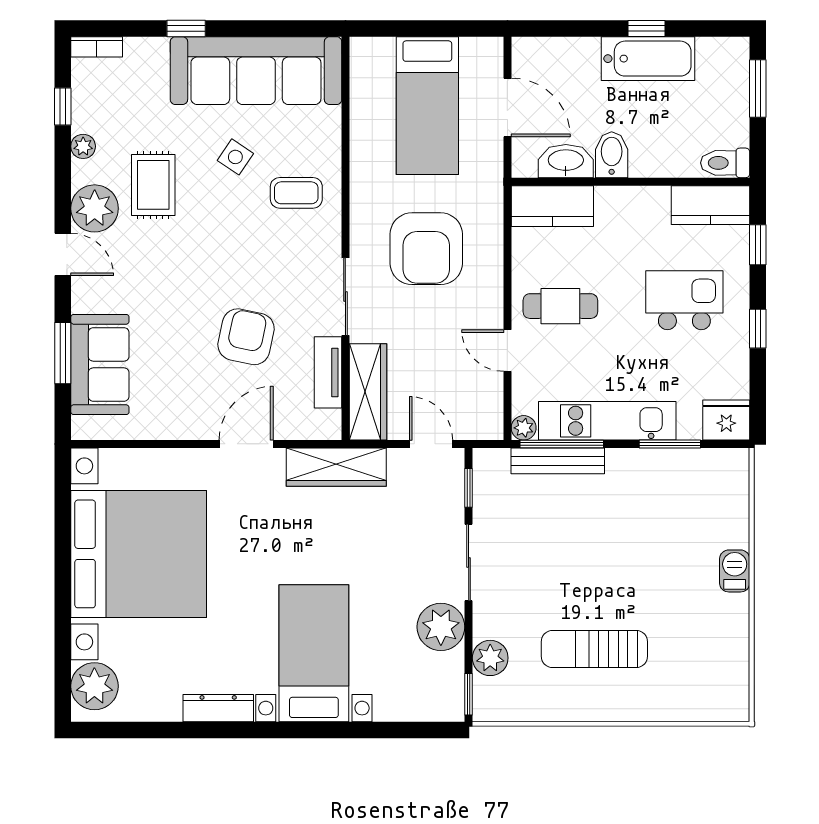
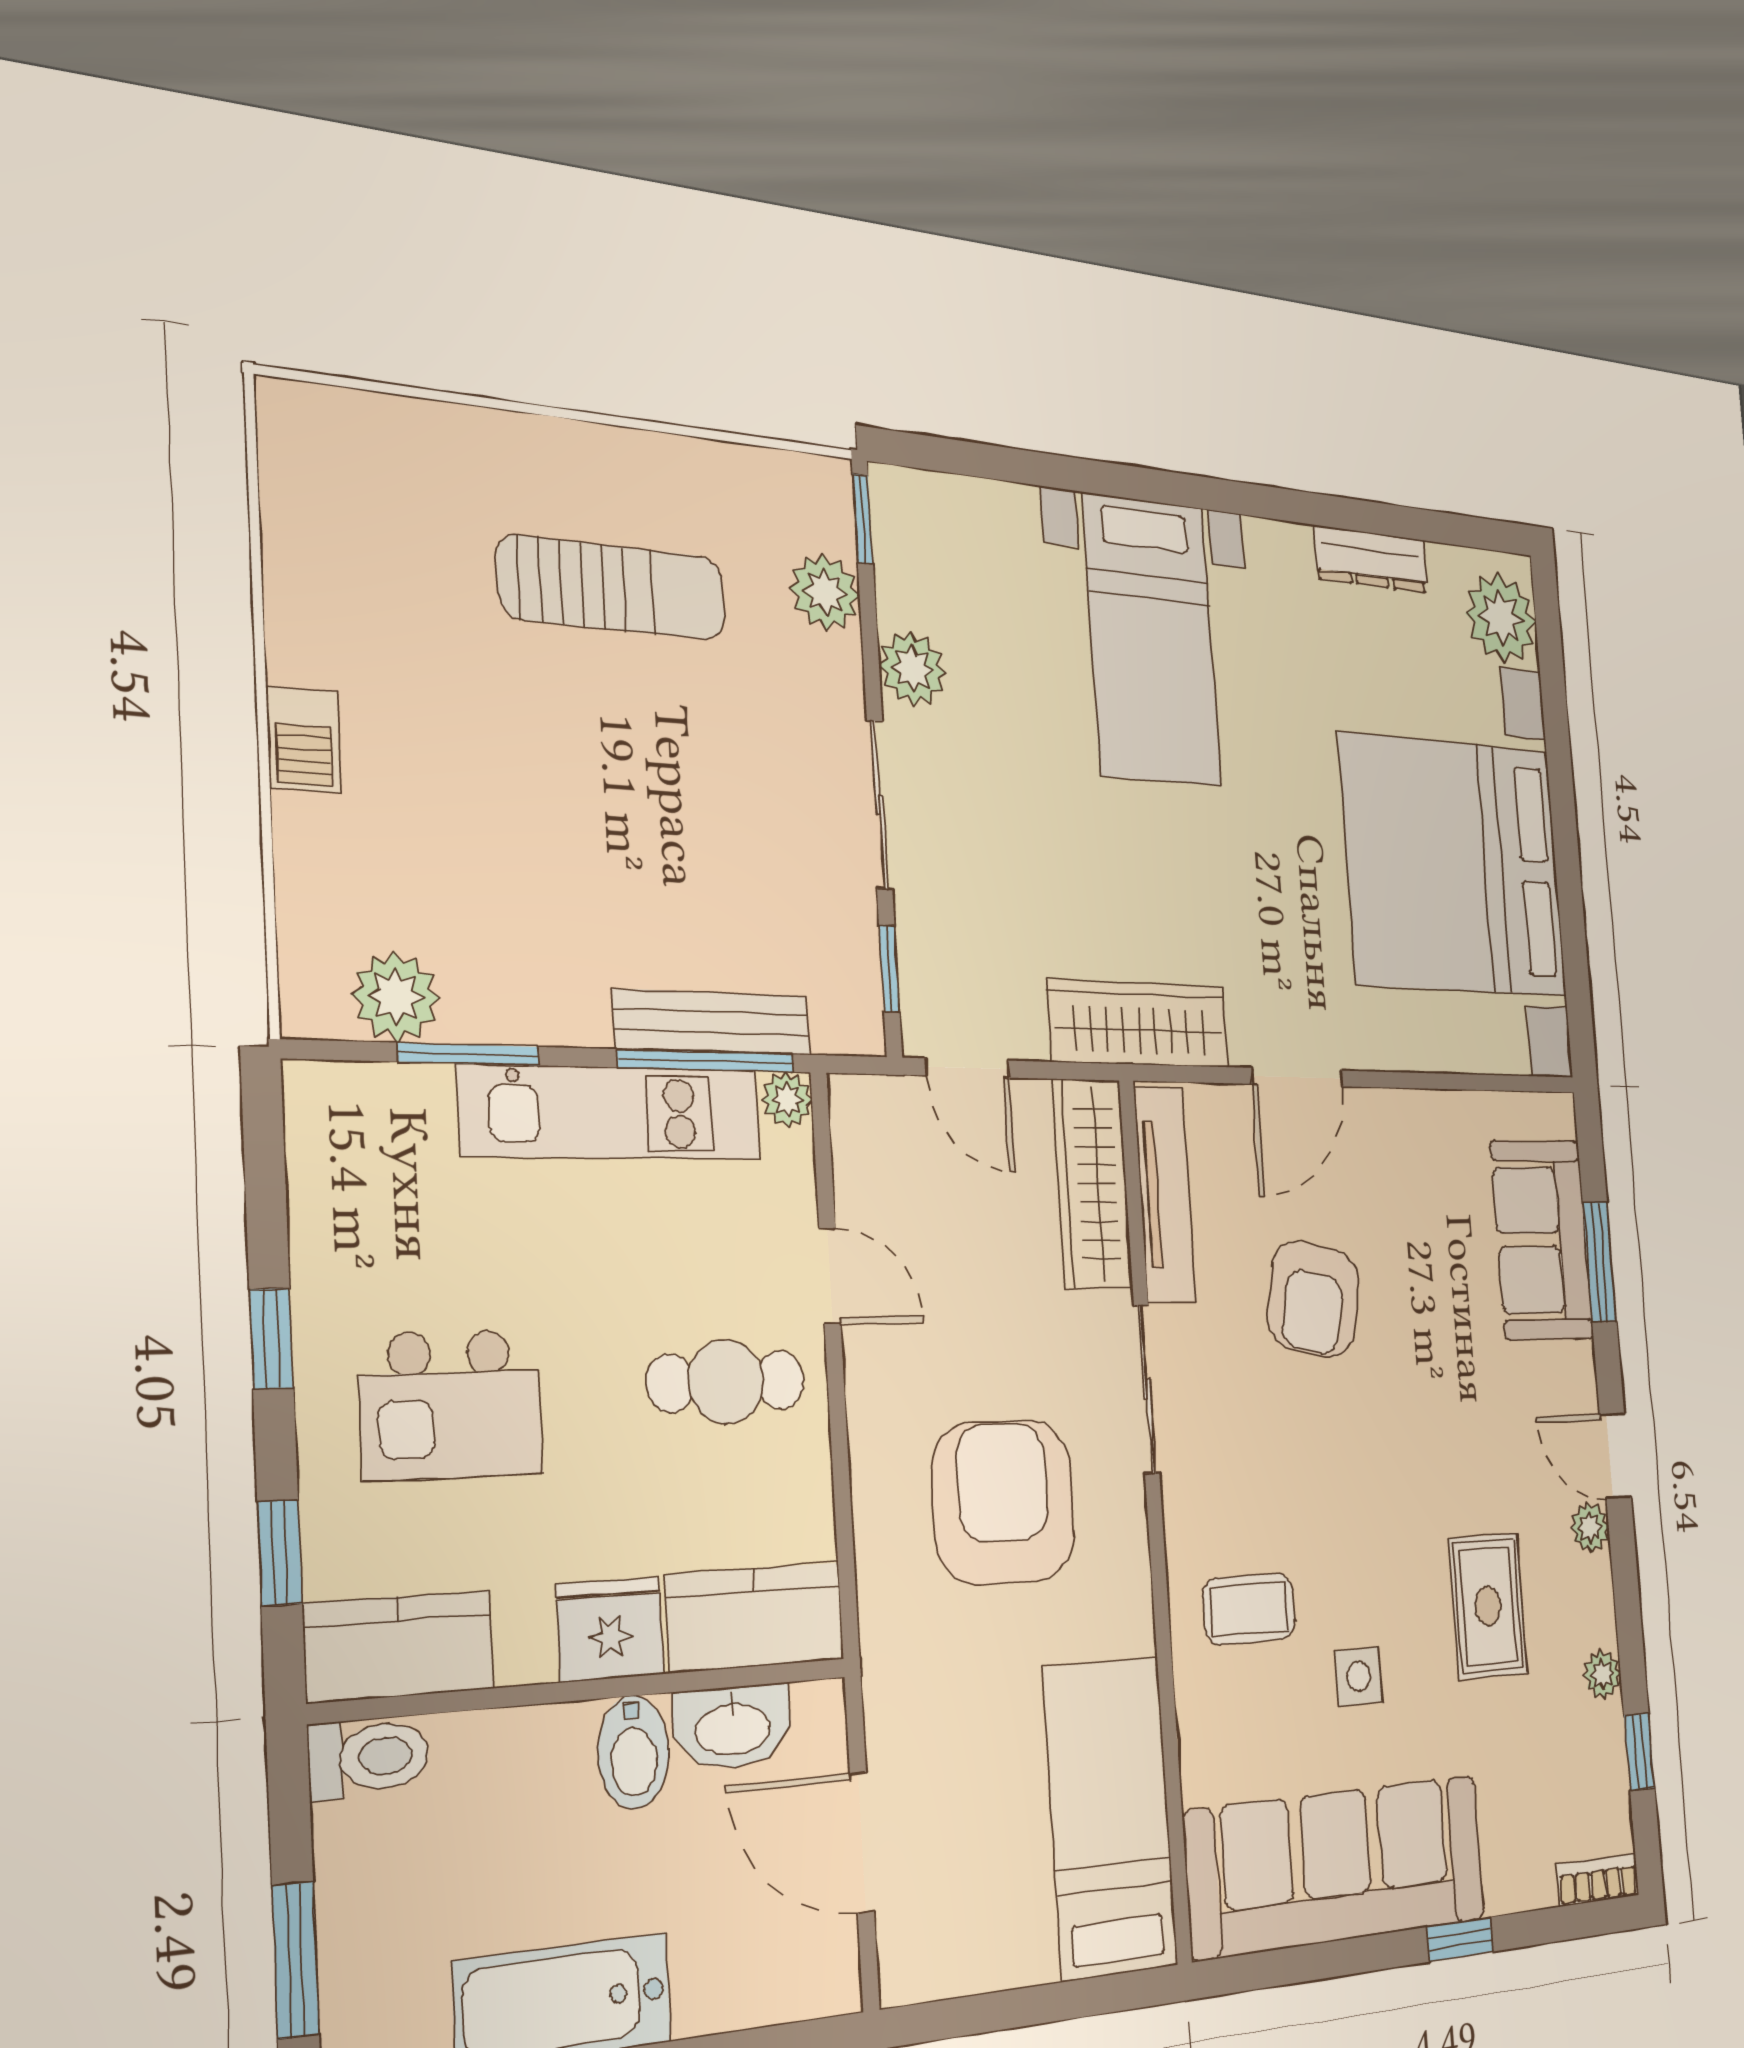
bed: (427, 106) -> (1110, 1817), moved
side table: (235, 157) -> (1359, 1677), turned -34
plant: (95, 208) -> (1590, 1528), width x0.53, depth x0.53
tv unit: (328, 372) -> (1165, 1194), width x1.41
fridge: (726, 420) -> (610, 1629), moved, turned 180
plant: (700, 467) -> (396, 997), added
plant: (441, 627) -> (912, 669), width x0.73, depth x0.73
dresser: (218, 708) -> (1371, 559), moved

